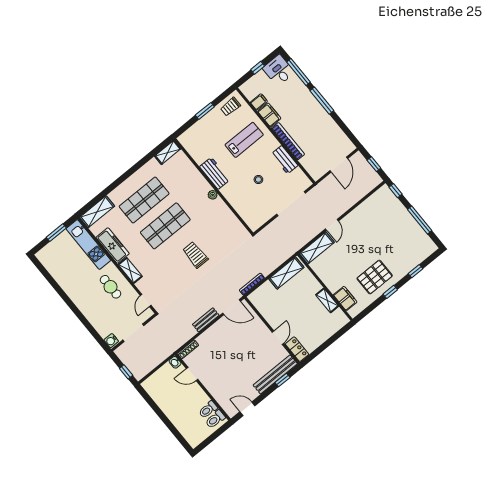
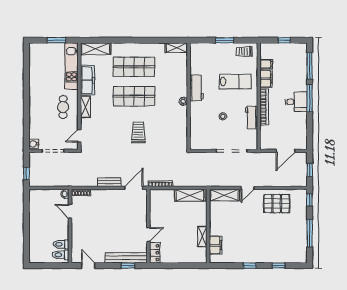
desk: (279, 70) -> (296, 102), moved, turned 90
pallet: (375, 277) -> (277, 204), moved
door: (231, 307) -> (134, 188), swing flipped

